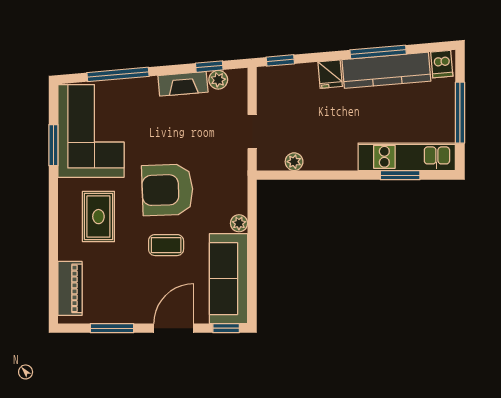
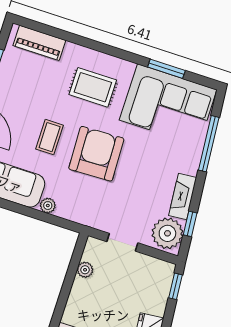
plant: (218, 80) -> (167, 233), width x1.88, depth x1.88

